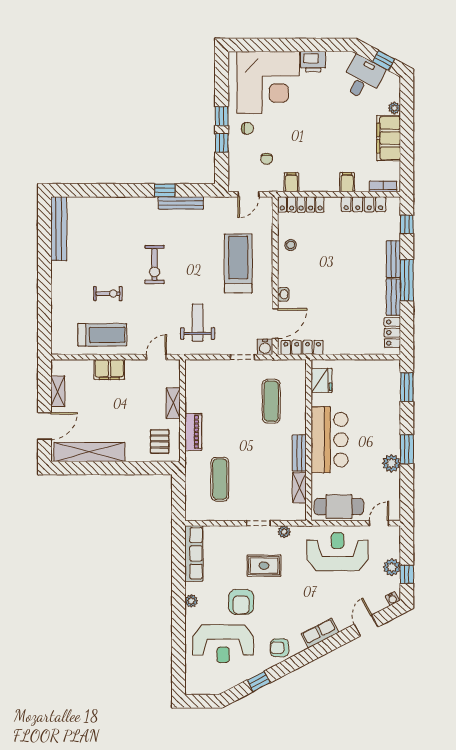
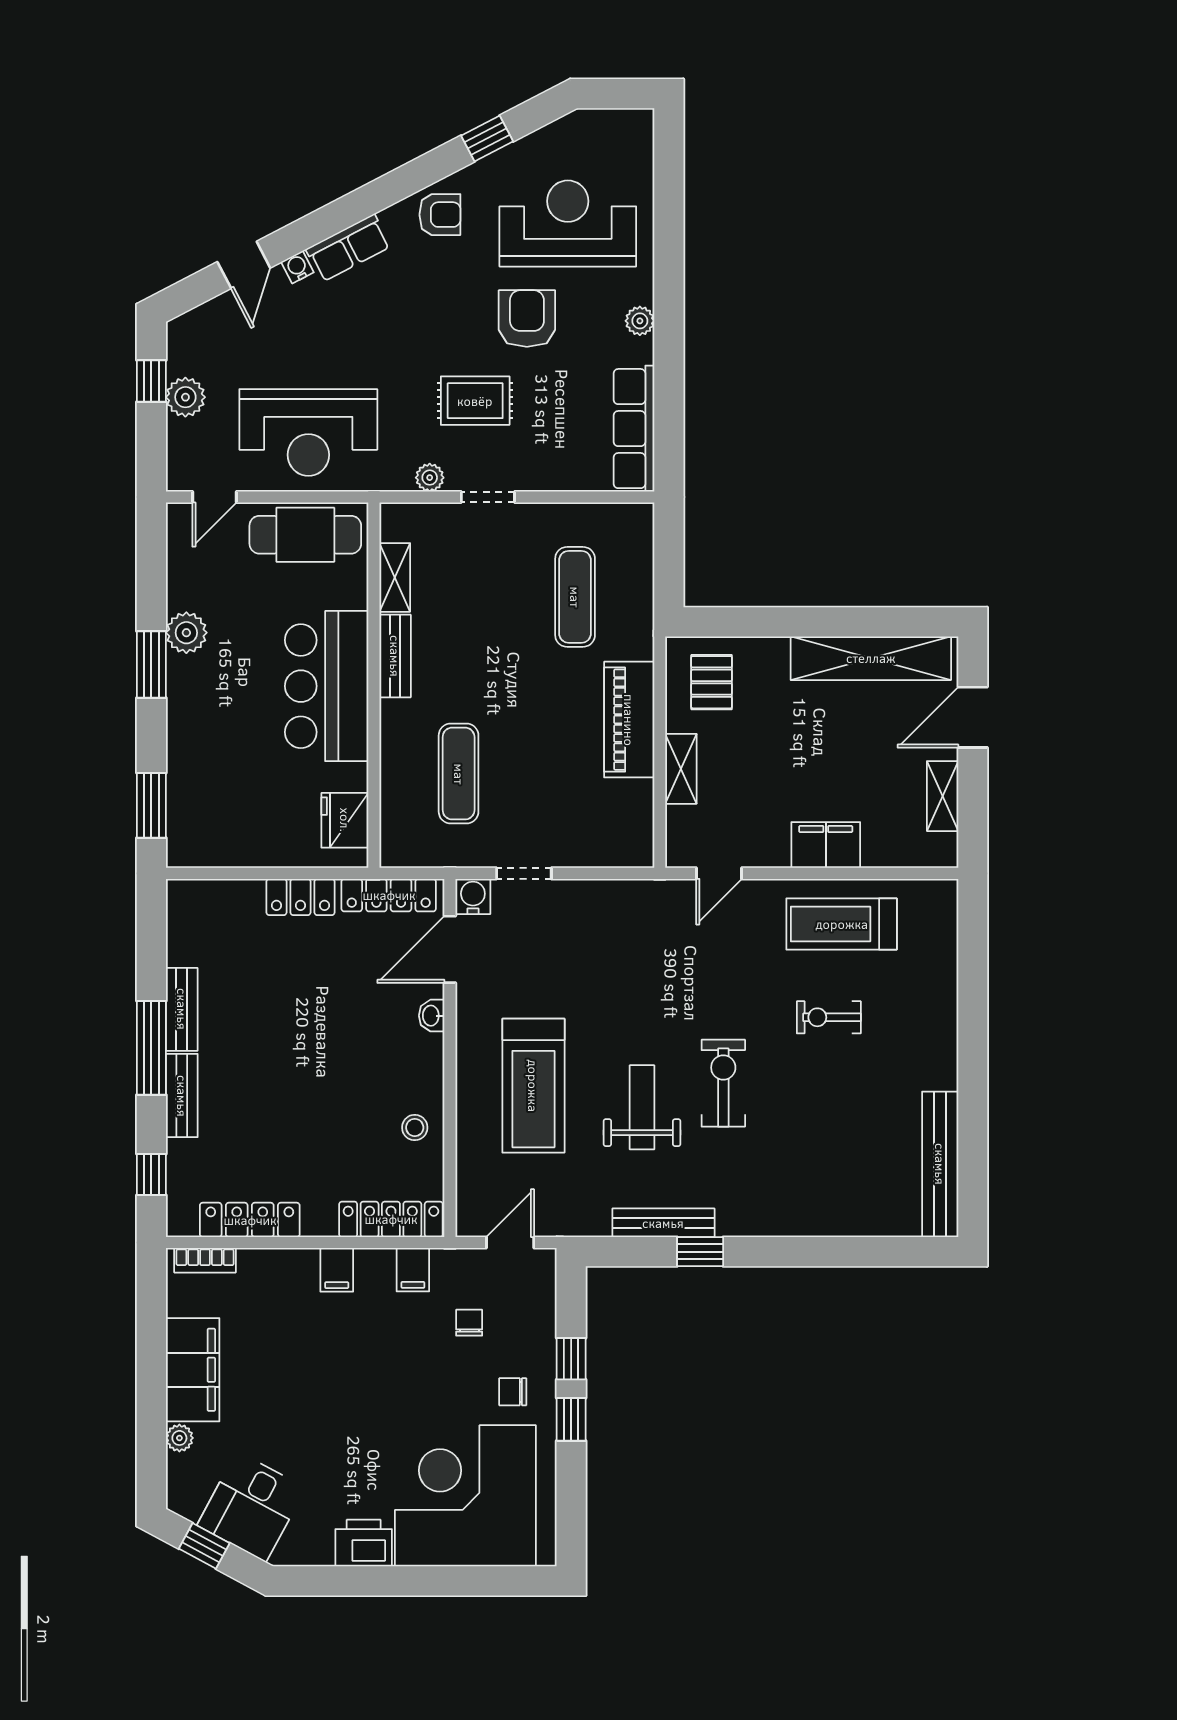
filing cabinet: (347, 182) -> (337, 1270), moved
weight bench: (198, 322) -> (642, 1107), moved, turned 180
locker: (392, 333) -> (300, 897), moved, turned 90
piano: (193, 432) -> (629, 720), width x1.37, depth x1.33
water cooler: (392, 599) -> (297, 267), moved

